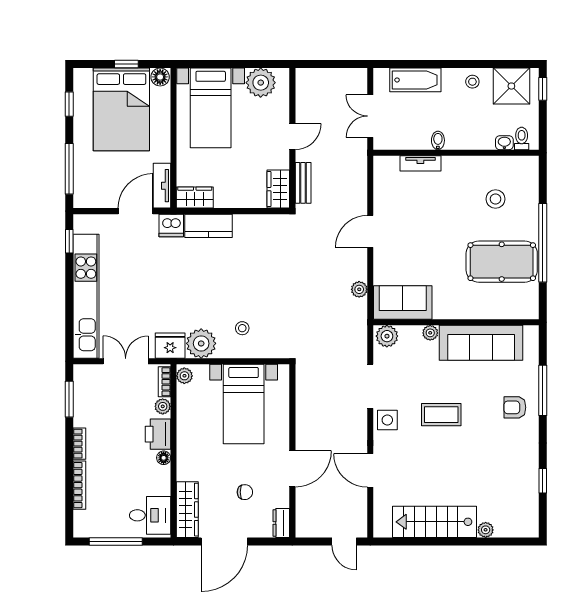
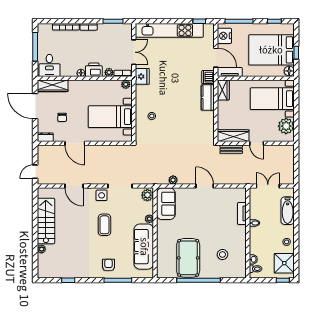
wardrobe: (278, 189) -> (233, 136), width x1.50
nightstand: (96, 196) -> (224, 36), added
plant: (201, 343) -> (143, 93), removed
door: (370, 470) -> (74, 186), swing flipped

